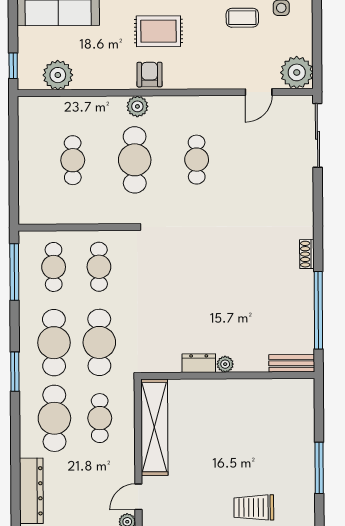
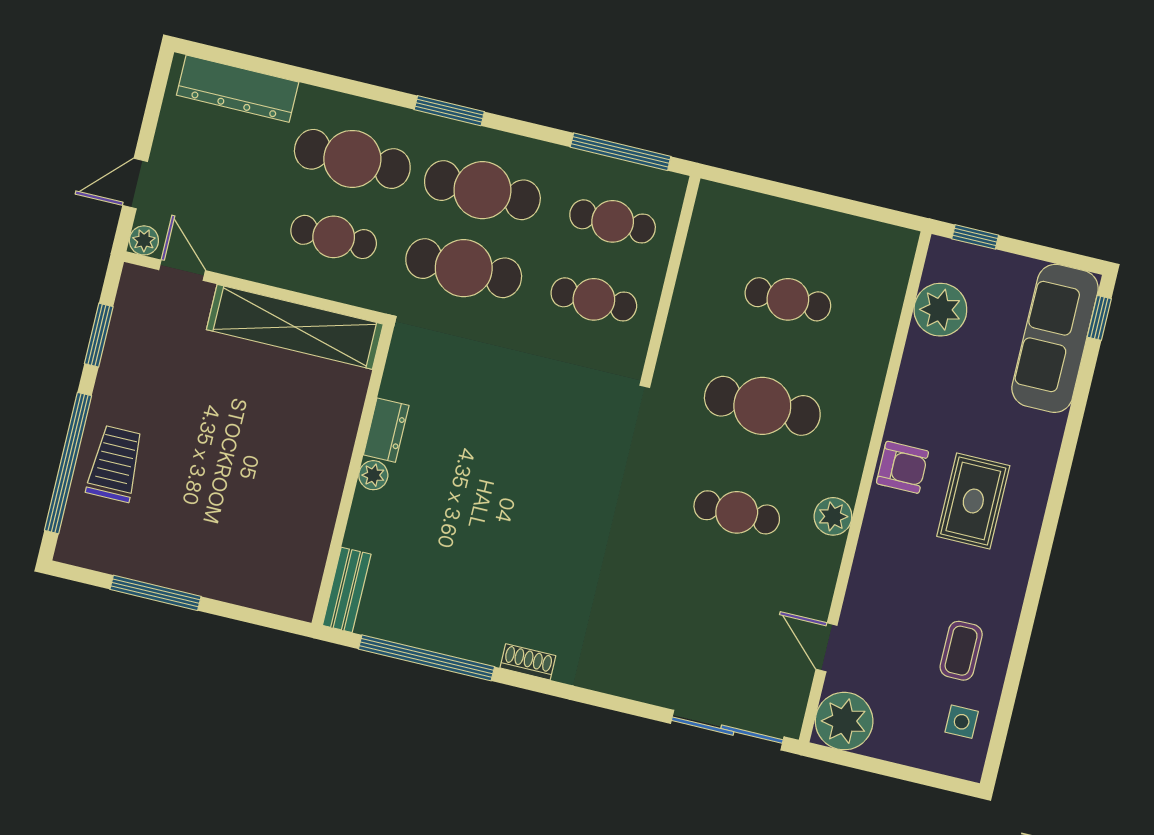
plant: (137, 106) -> (833, 516), moved

